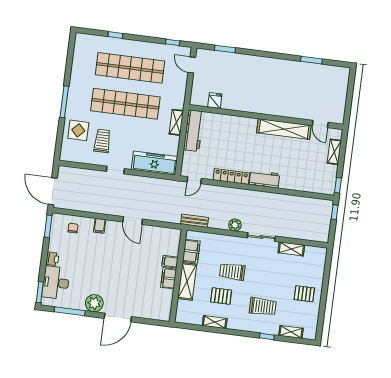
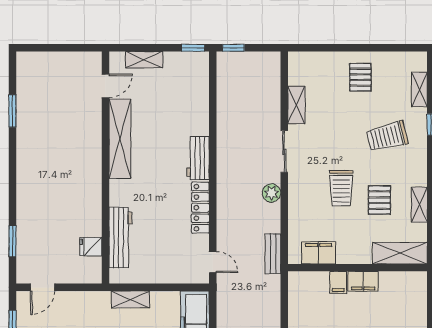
workbench: (194, 131) -> (120, 237), moved, turned 90
shelving: (187, 281) -> (400, 253), moved
trolley: (263, 307) -> (387, 136), turned -104

